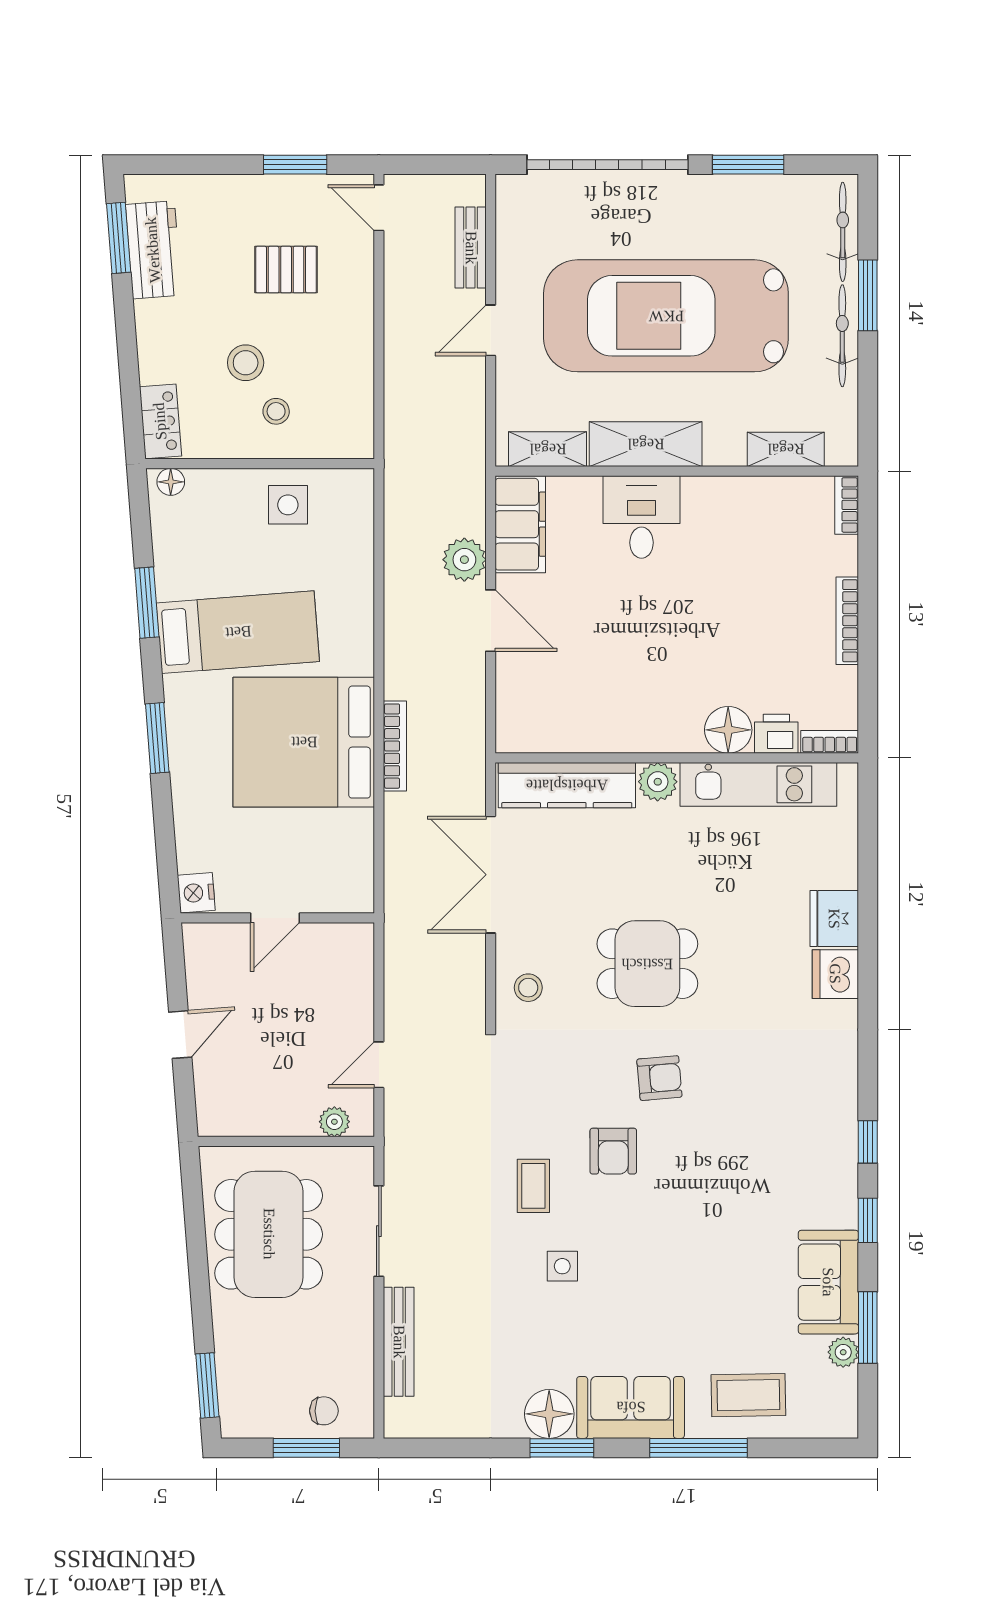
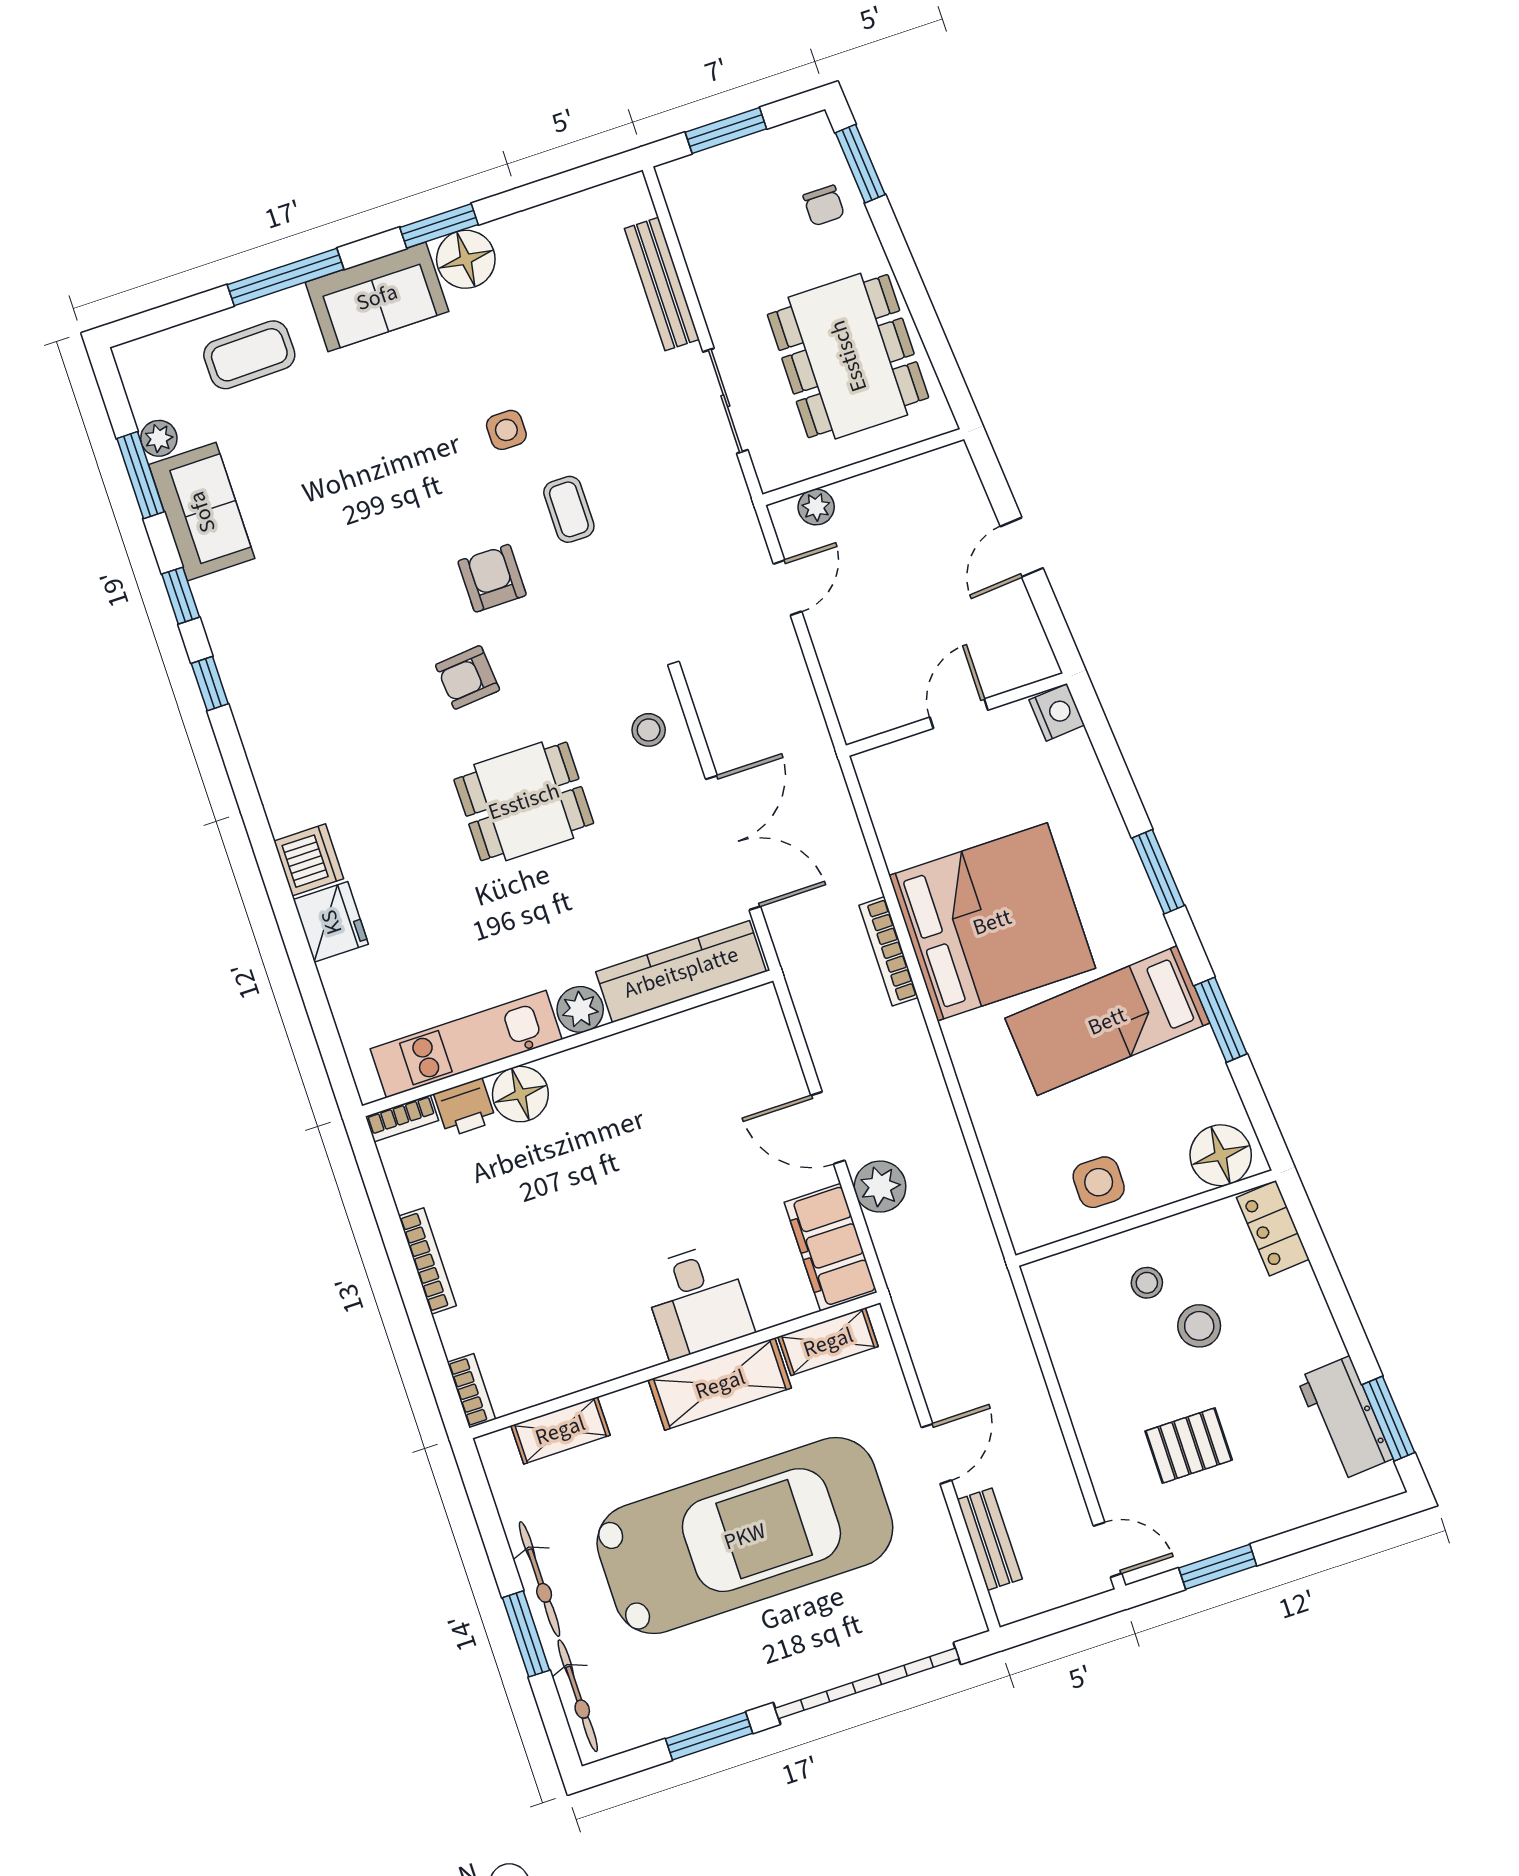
floor lamp: (171, 482) -> (1221, 1155), width x1.89, depth x1.89
chair: (324, 1411) -> (824, 206), moved, turned -90

